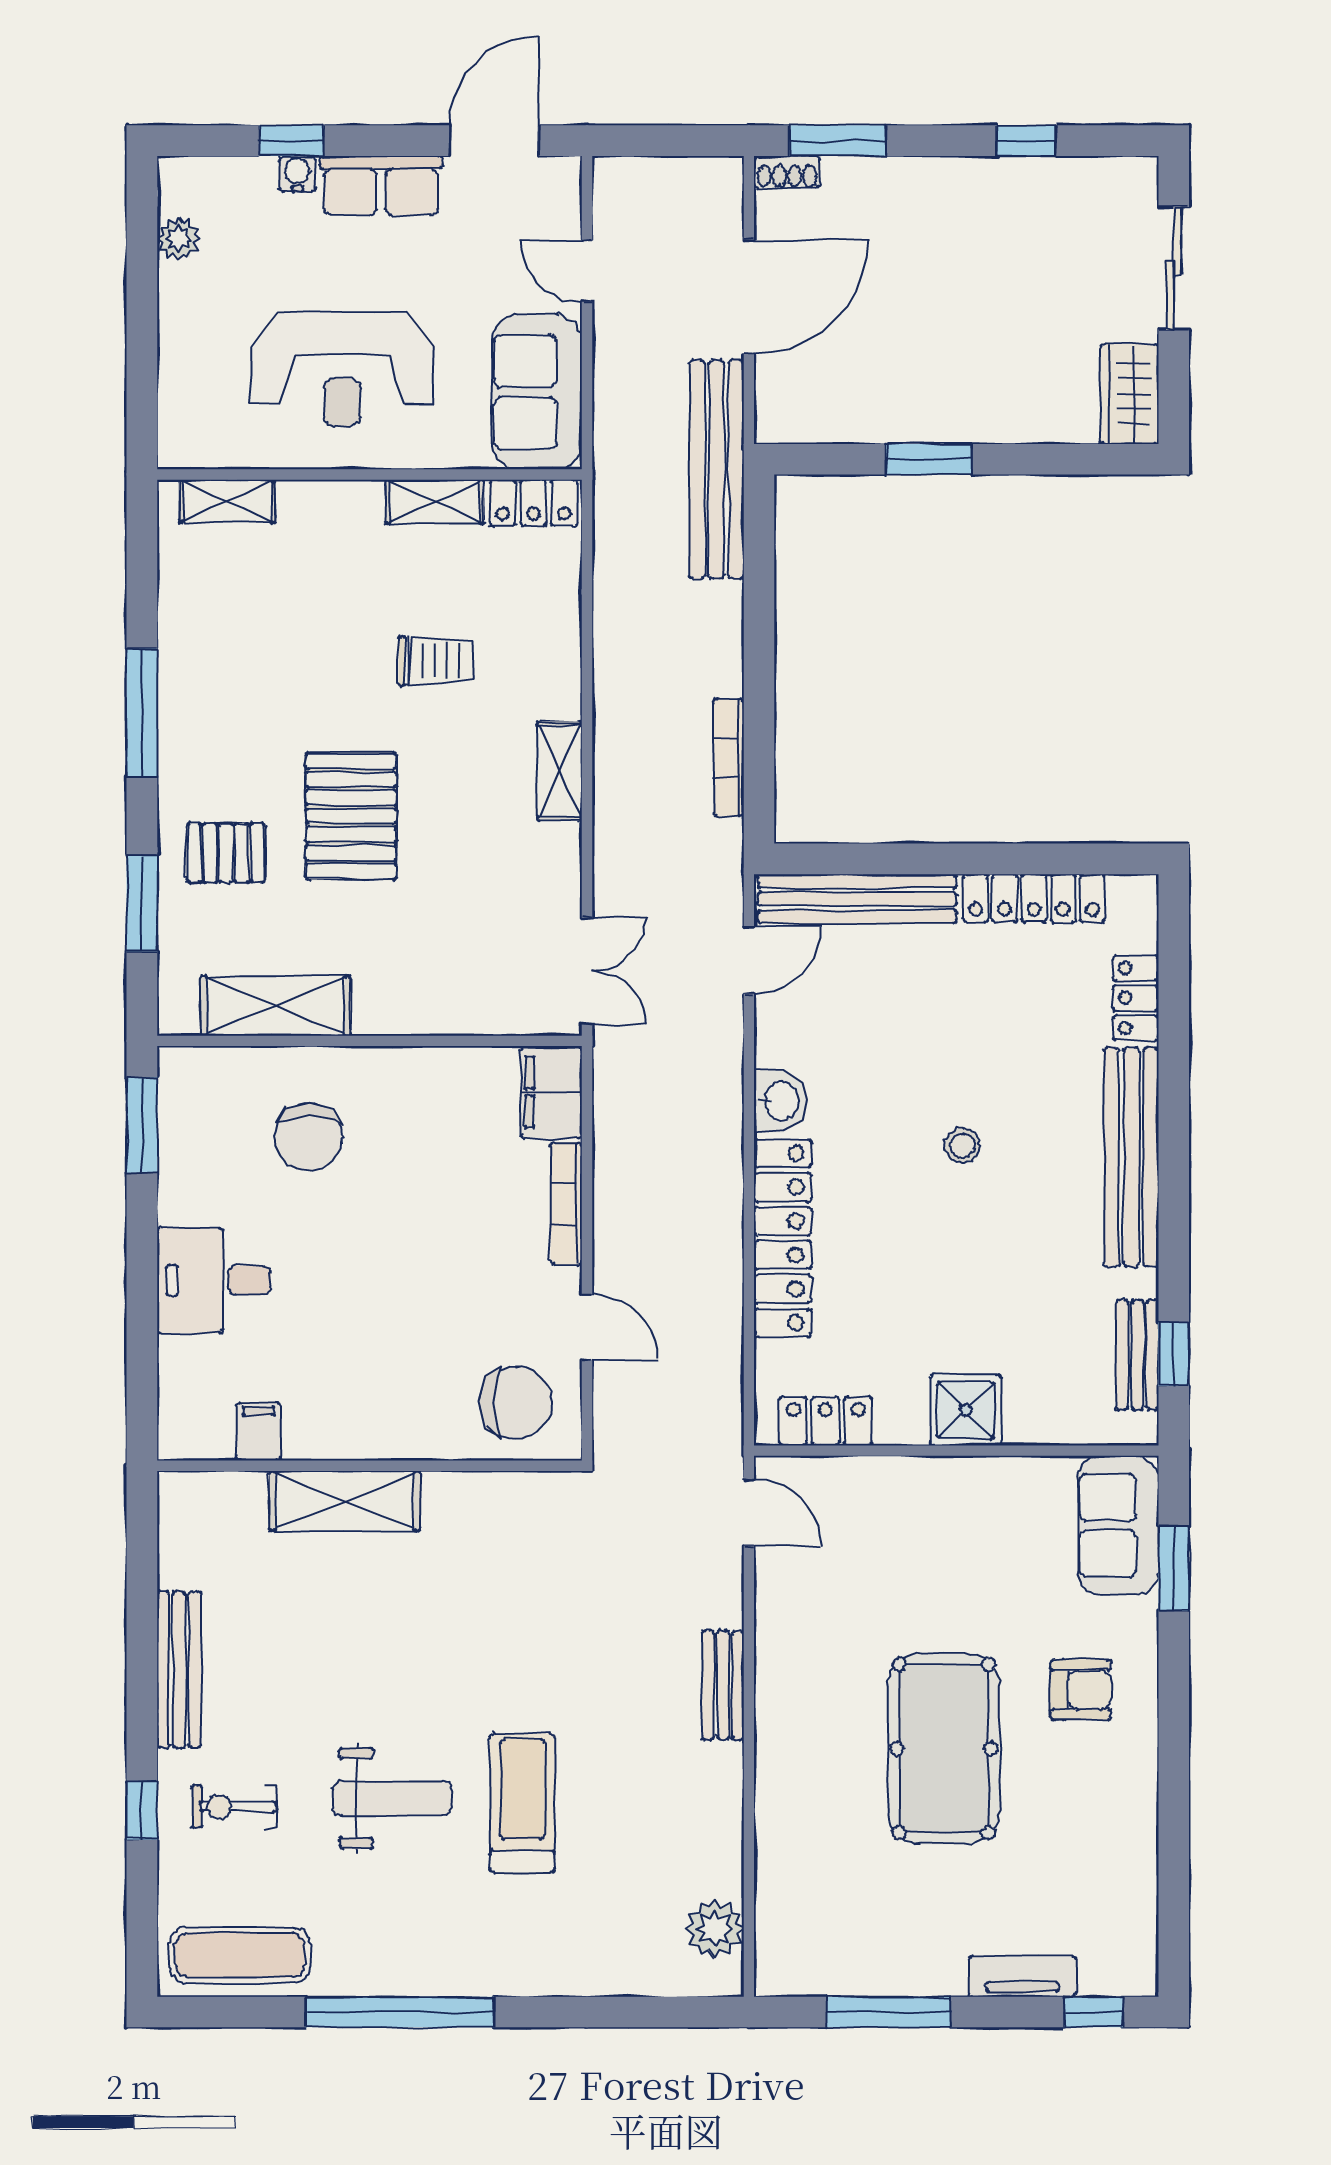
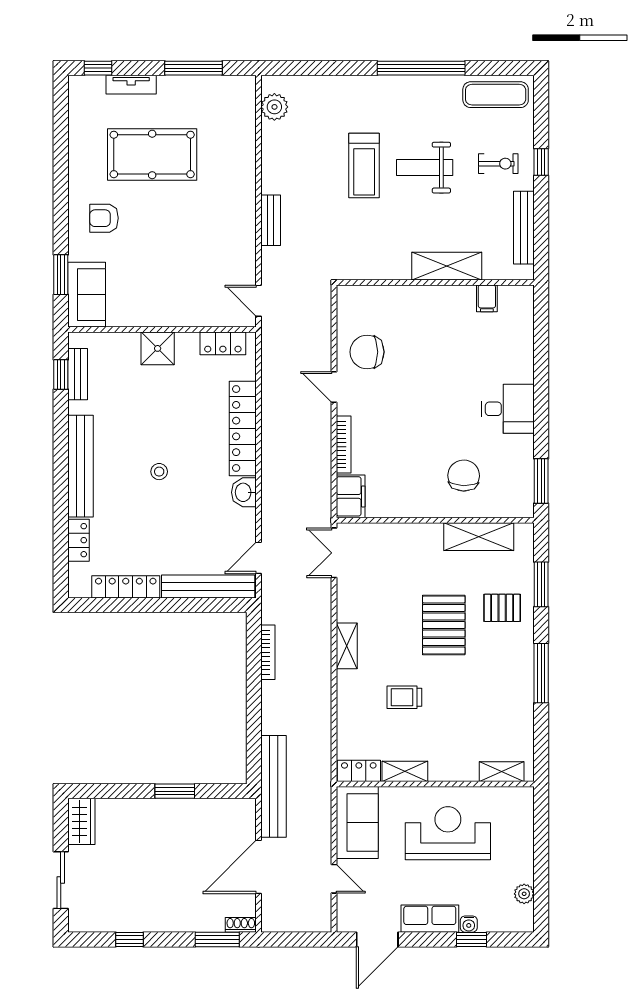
filing cabinet: (259, 1432) -> (487, 298), moved
wall: (370, 1466) -> (435, 282), moved
shelving: (345, 1501) -> (447, 266), moved
pool table: (944, 1749) -> (152, 154), moved, turned 90

